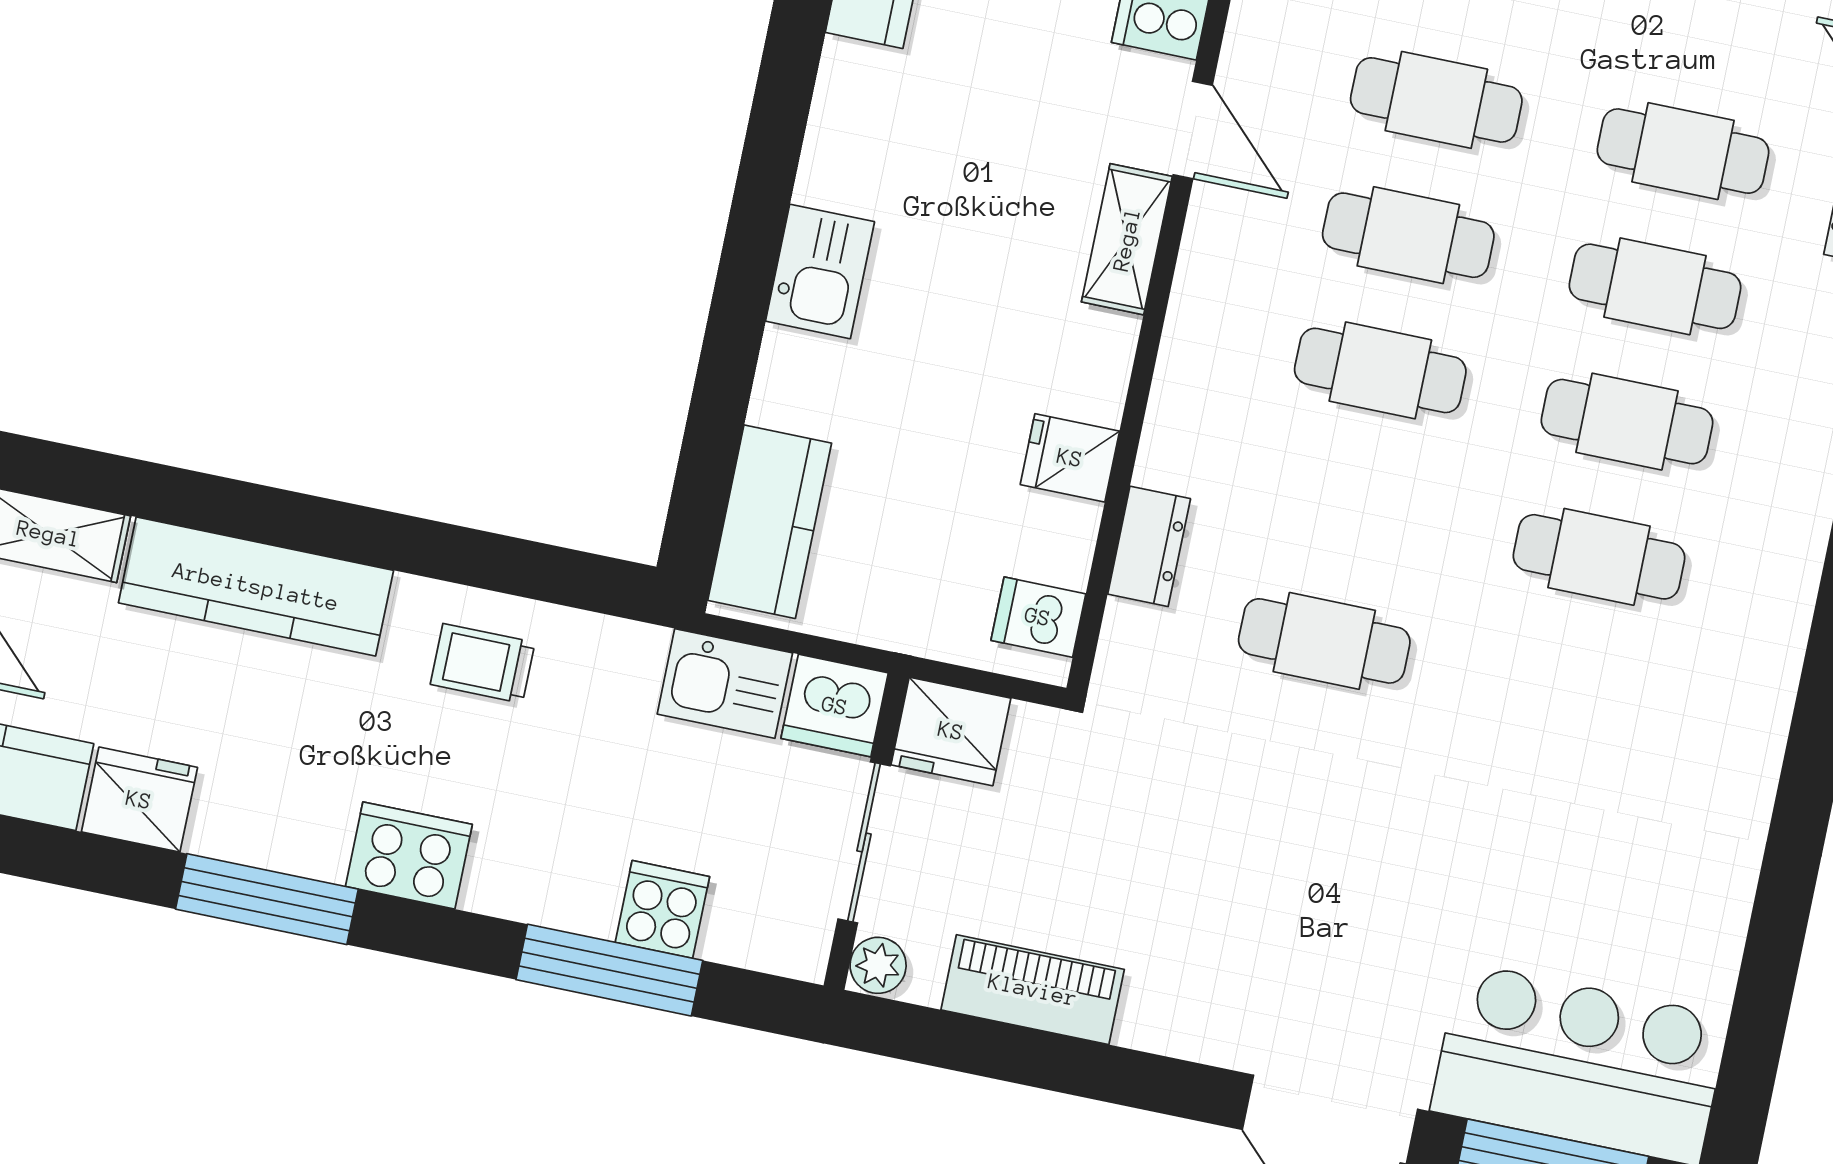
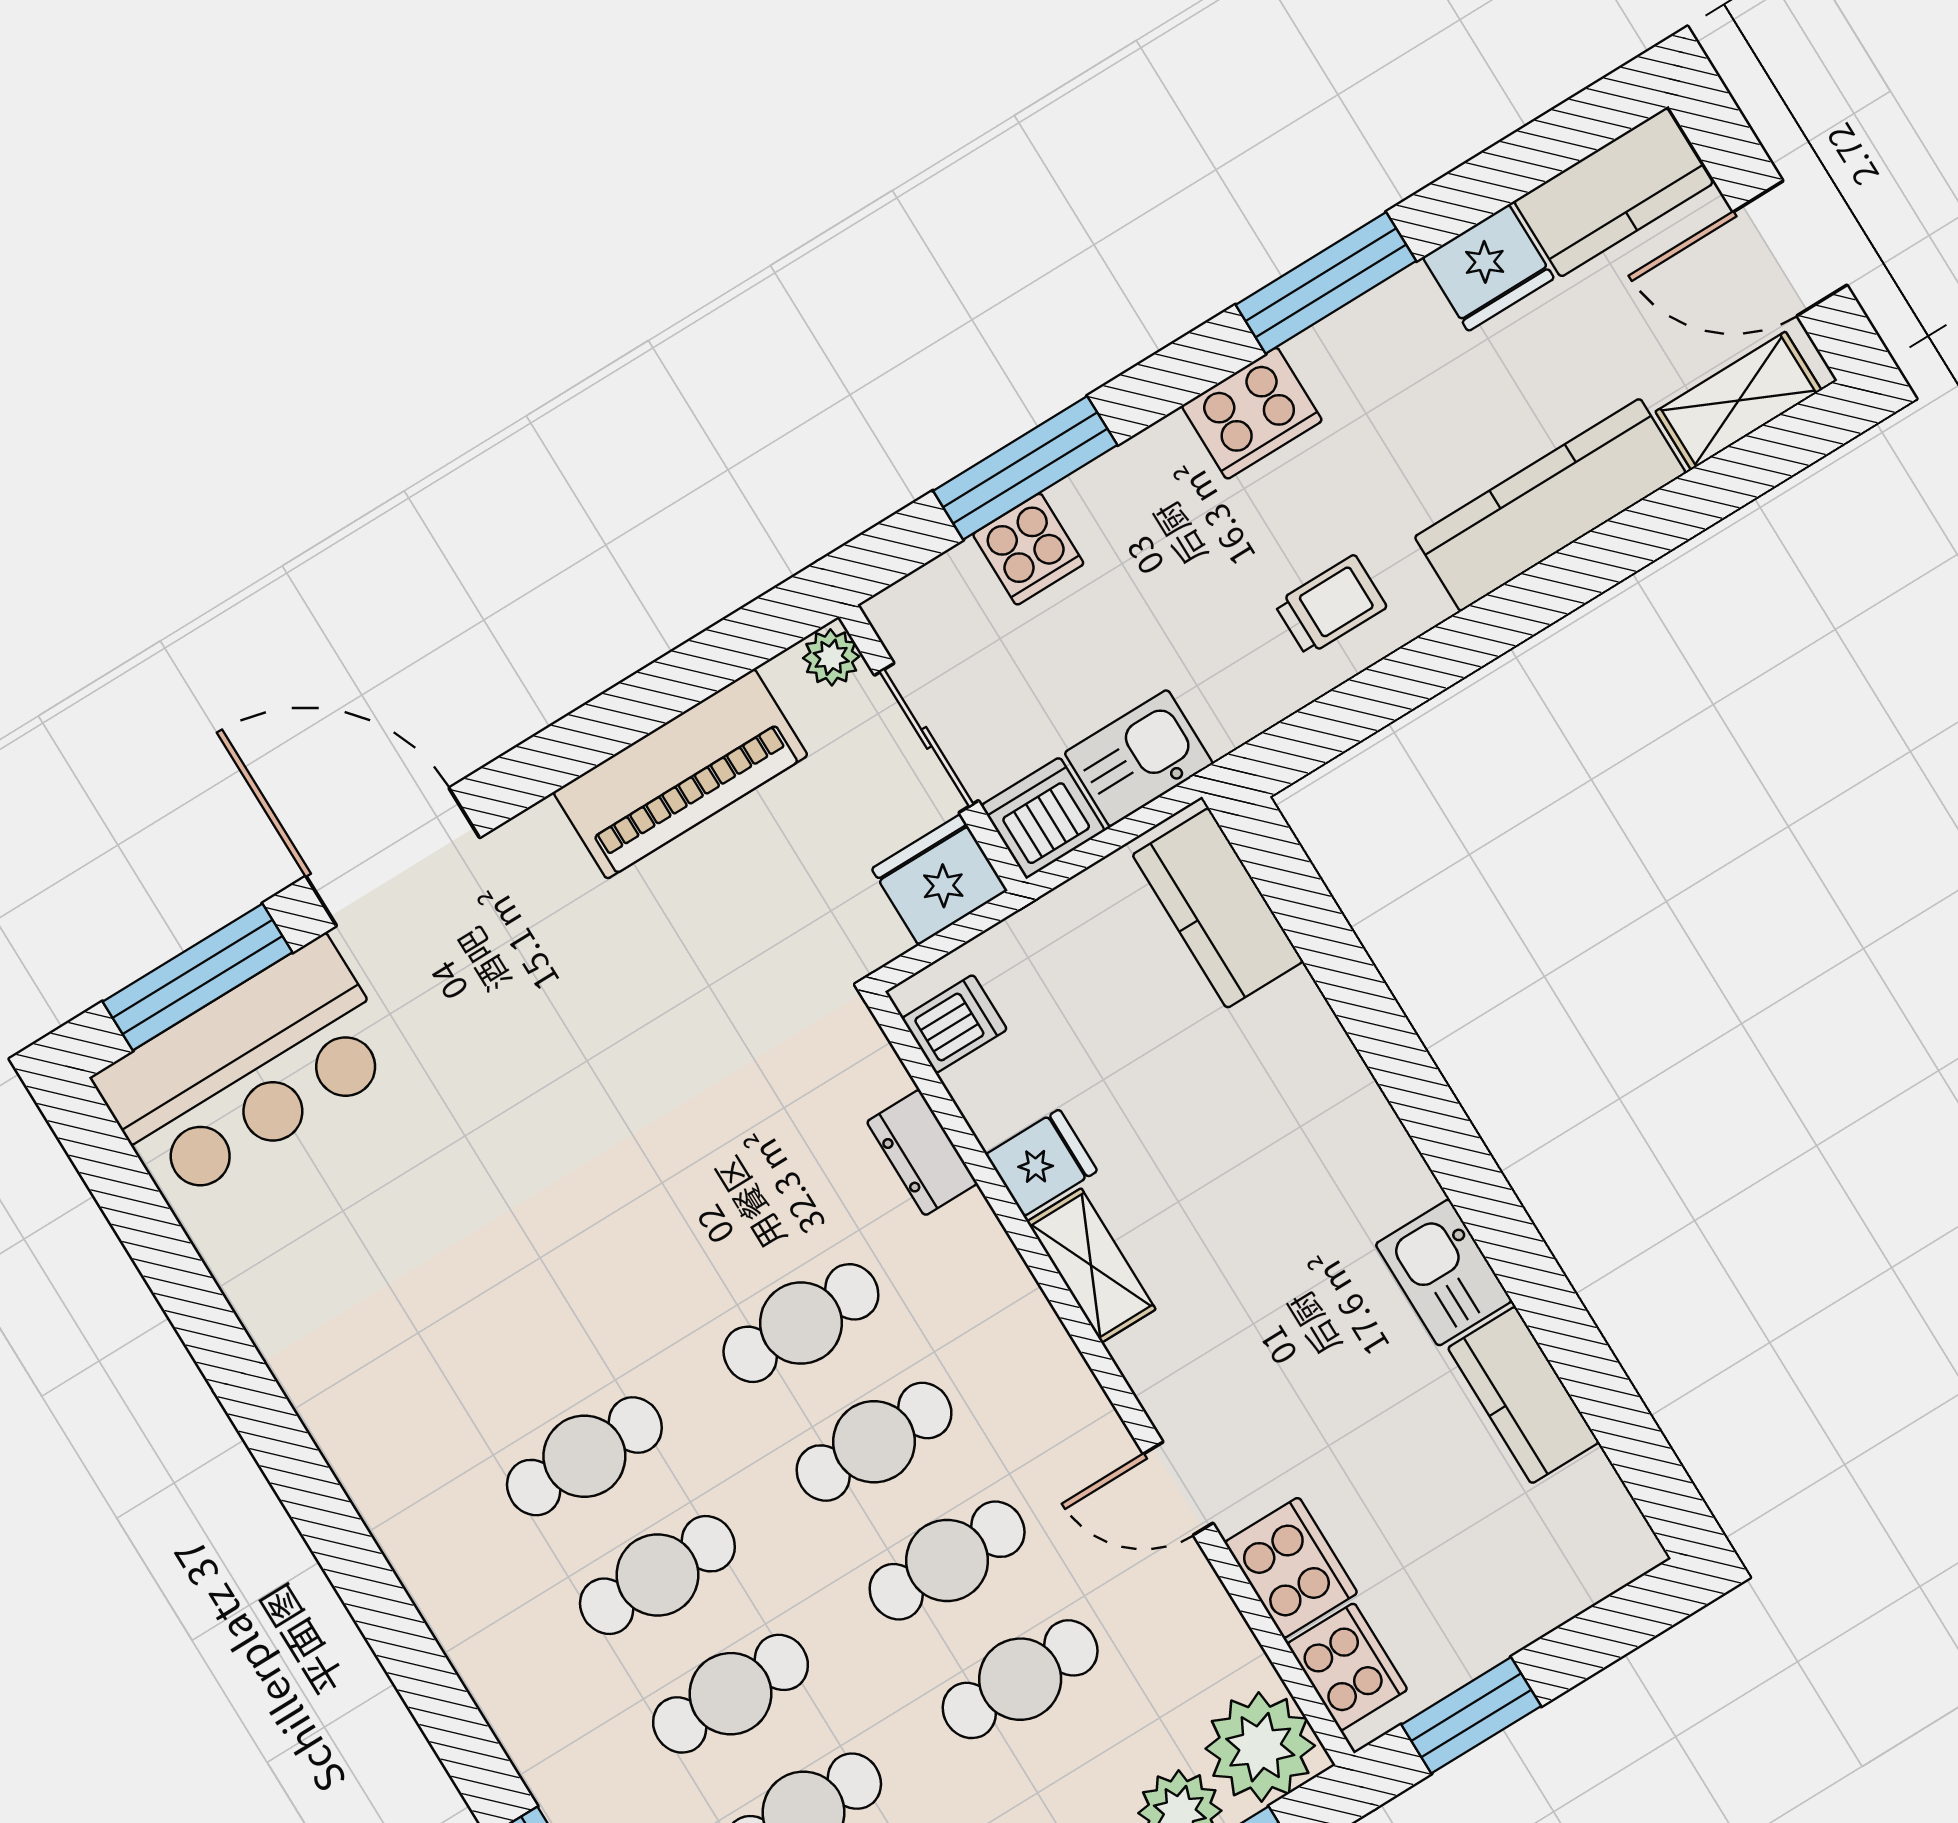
shelving: (1127, 239) -> (1091, 1266), moved
kitchen sink: (820, 271) -> (1444, 1272), moved
cafe table: (1324, 641) -> (801, 1323), moved
piano: (1033, 990) -> (681, 774), width x1.37, depth x1.33

